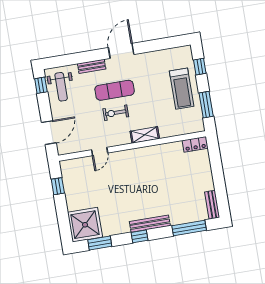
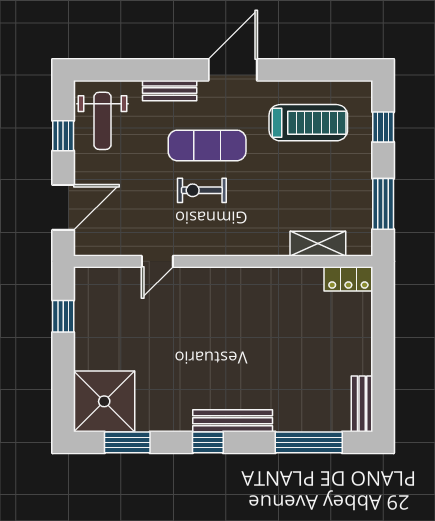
window: (41, 85) -> (63, 136), moved
treadmill: (182, 89) -> (308, 123), moved, turned -90
shelving: (145, 135) -> (318, 244), moved

